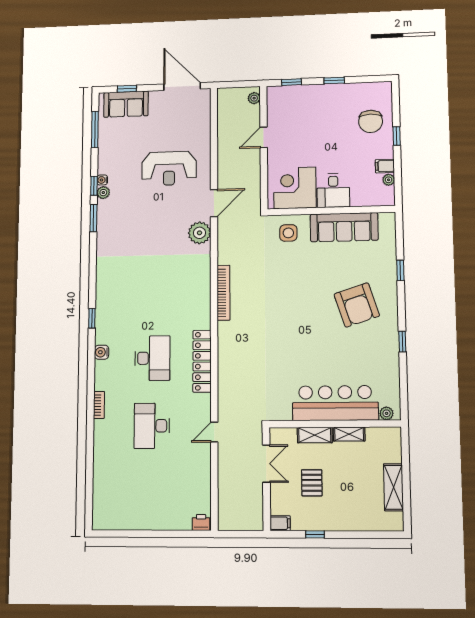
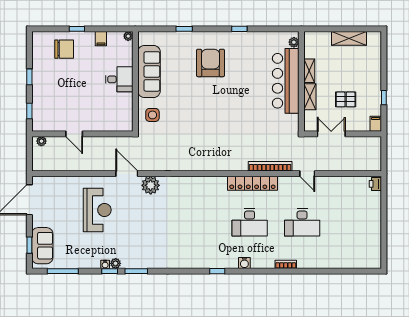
plant: (389, 180) -> (128, 36), moved
corner desk: (295, 188) -> (116, 109), removed
bookcase: (224, 293) -> (270, 166), moved
armchair: (357, 305) -> (210, 63), turned -72
desk: (152, 358) -> (250, 222), turned 180

